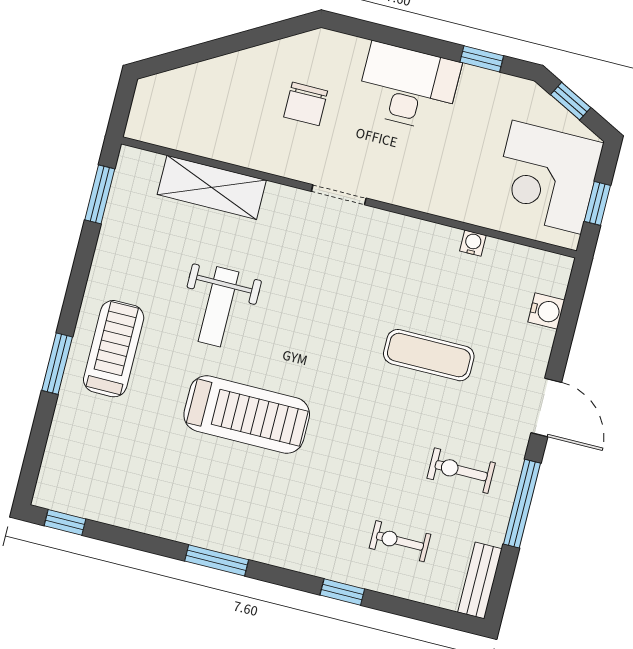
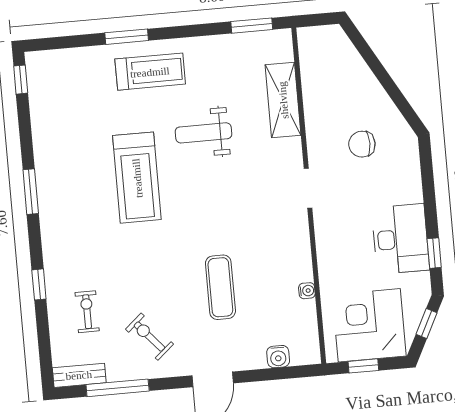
desk: (408, 87) -> (400, 239), moved
exercise bike: (461, 471) -> (149, 337), turned -41
window: (522, 504) -> (118, 388), moved

